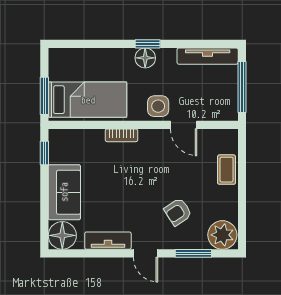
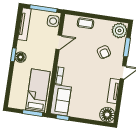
side table: (158, 106) -> (53, 21), moved
sofa: (64, 192) -> (61, 100), moved, turned 90

